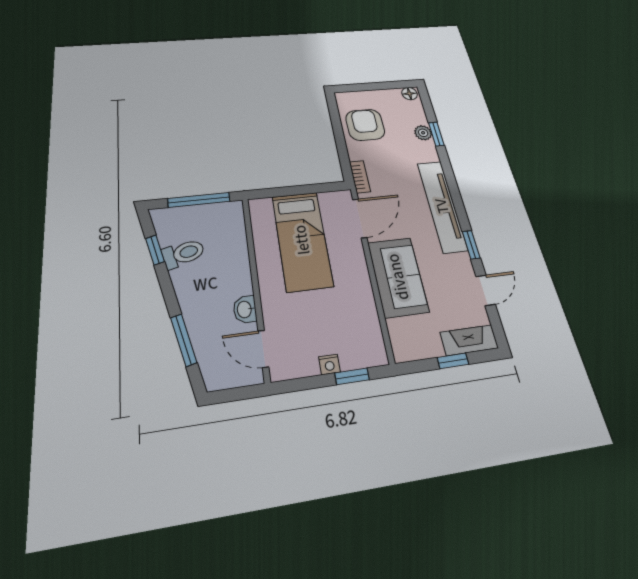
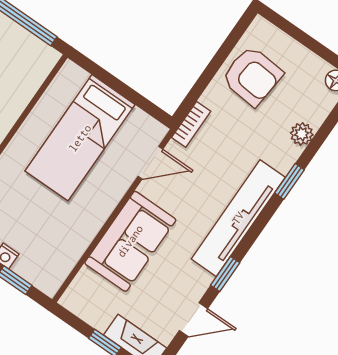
armchair: (365, 125) -> (252, 76), turned 95
window: (436, 134) -> (289, 181), moved
door: (360, 218) -> (150, 163), width x0.73

